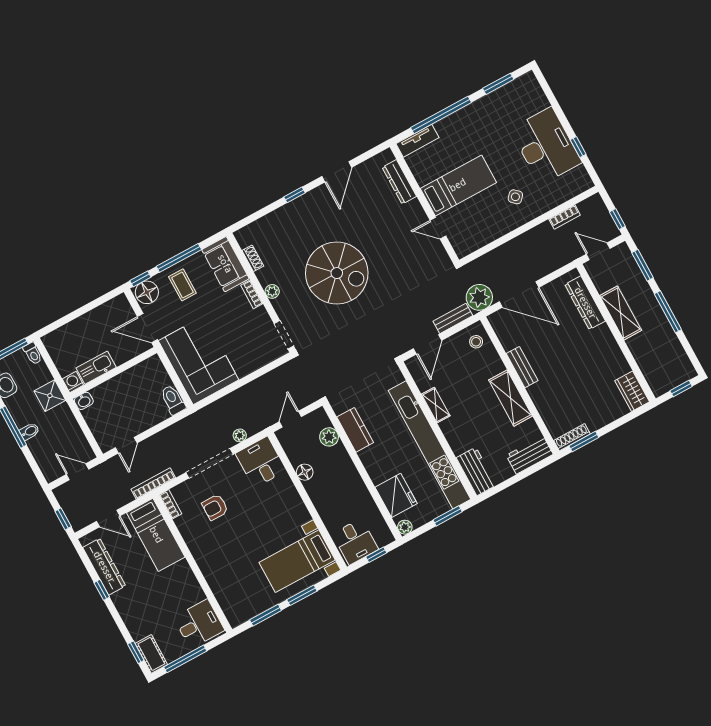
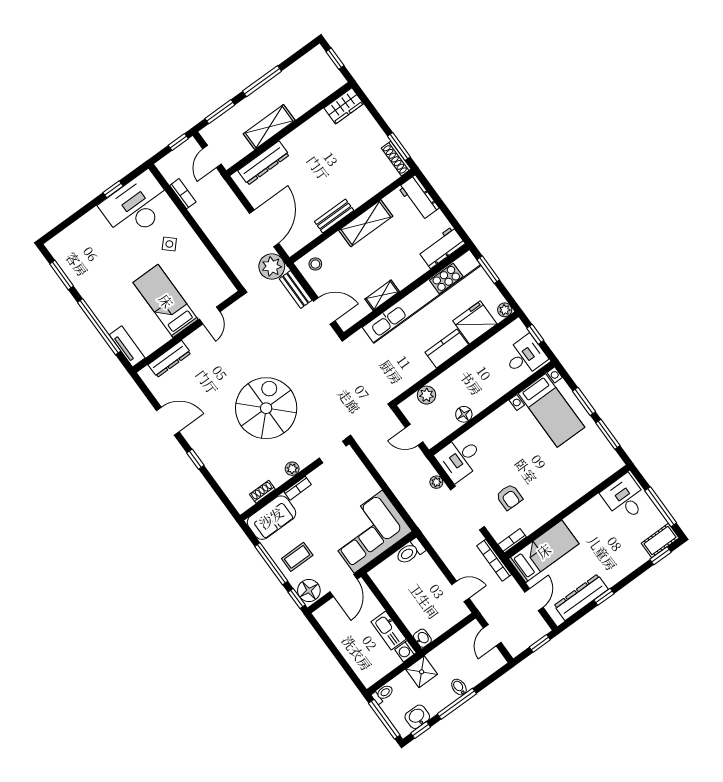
desk: (546, 146) -> (137, 206), moved
kitchen counter: (355, 430) -> (447, 348), moved

